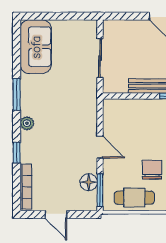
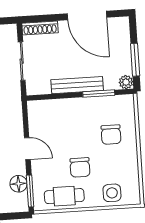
shoe rack: (121, 26) -> (40, 28), added
chair: (152, 170) -> (80, 167), turned 180

